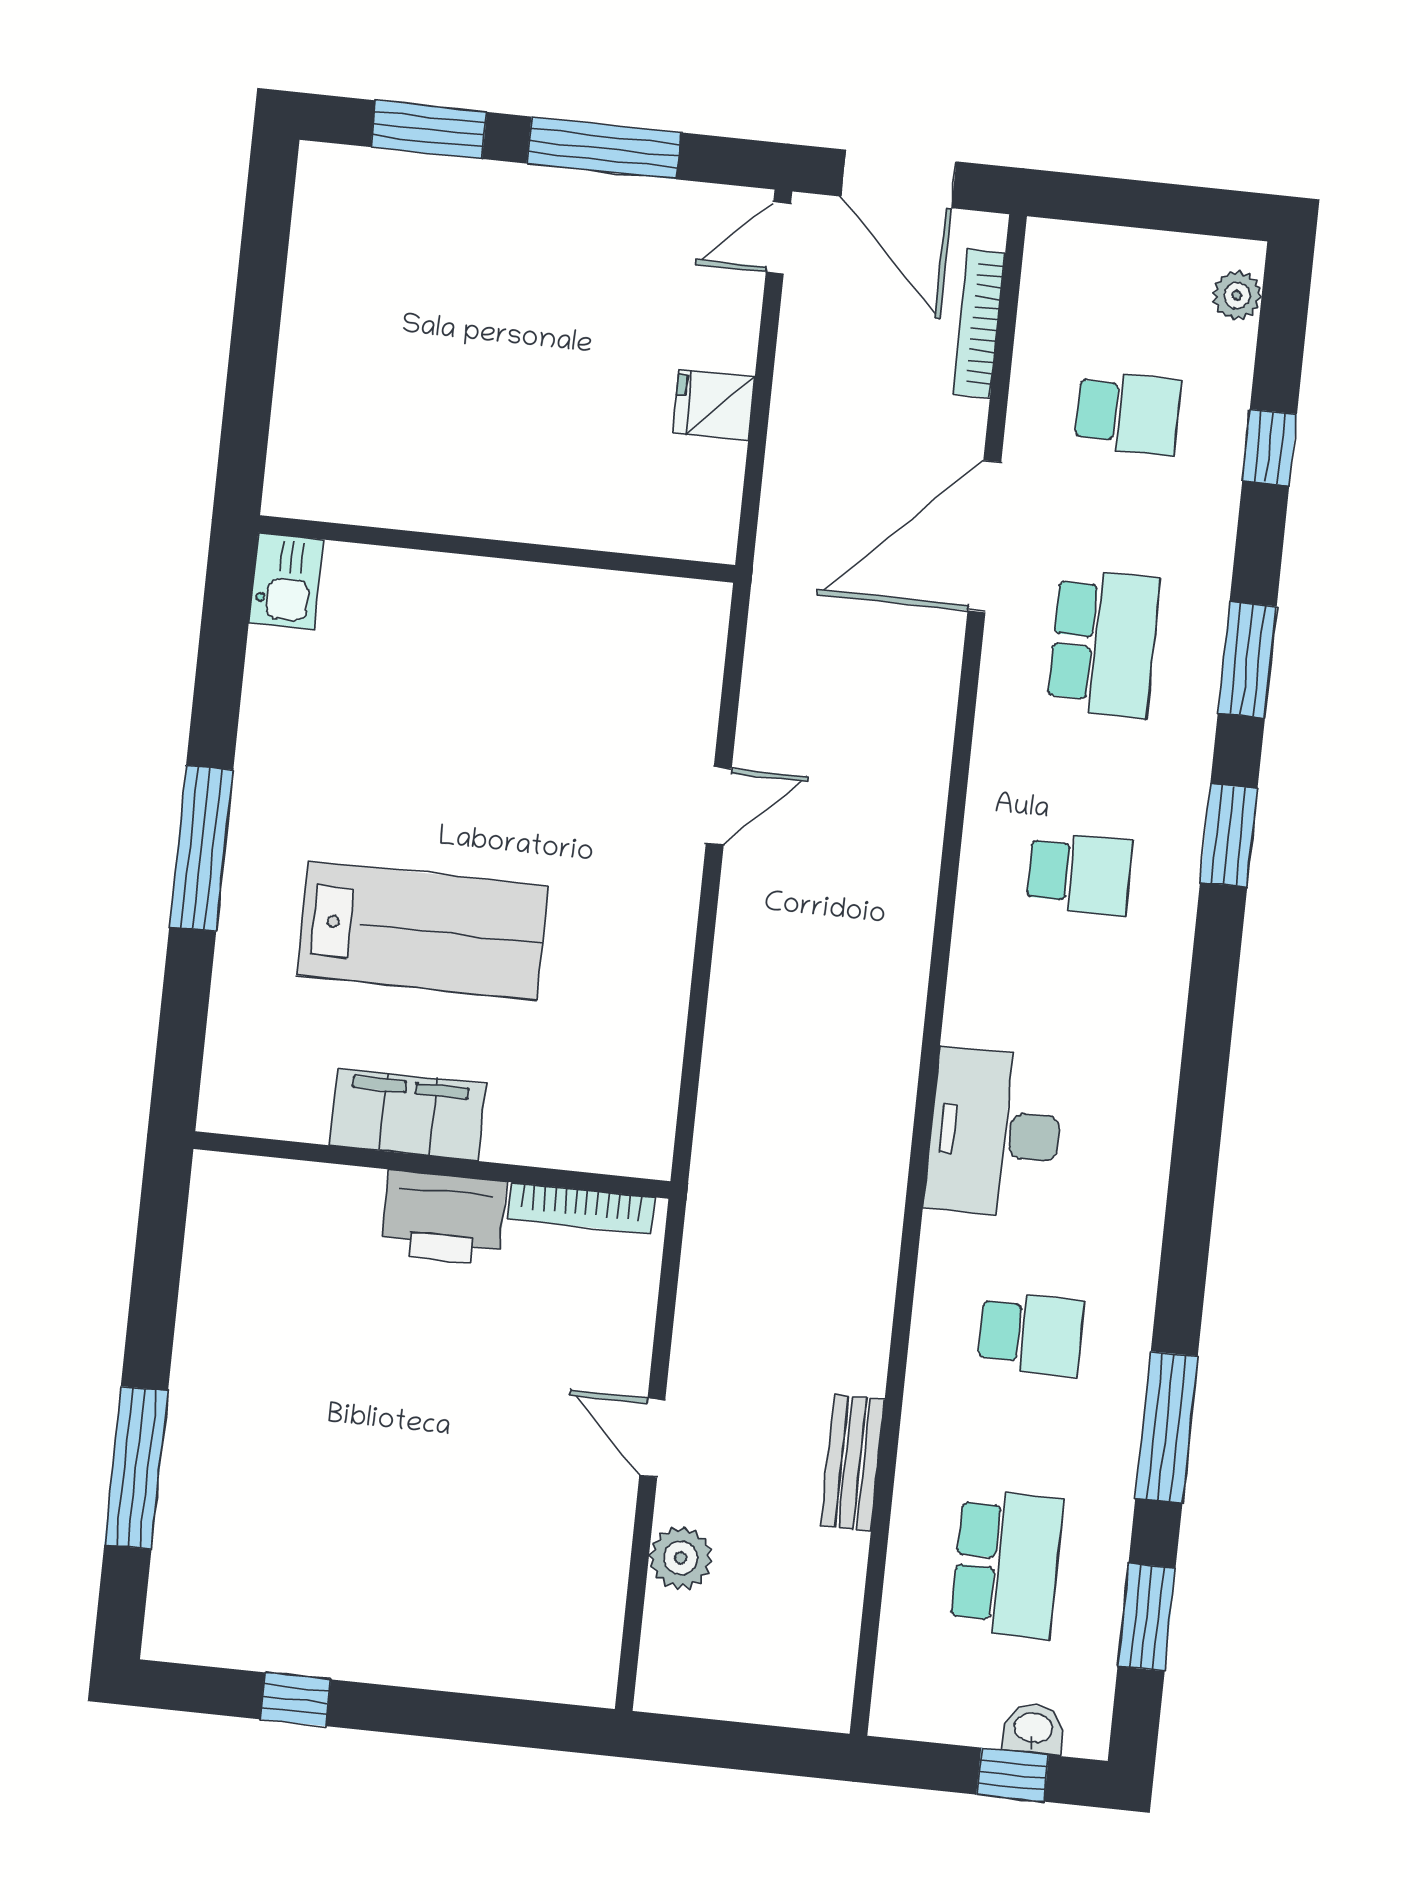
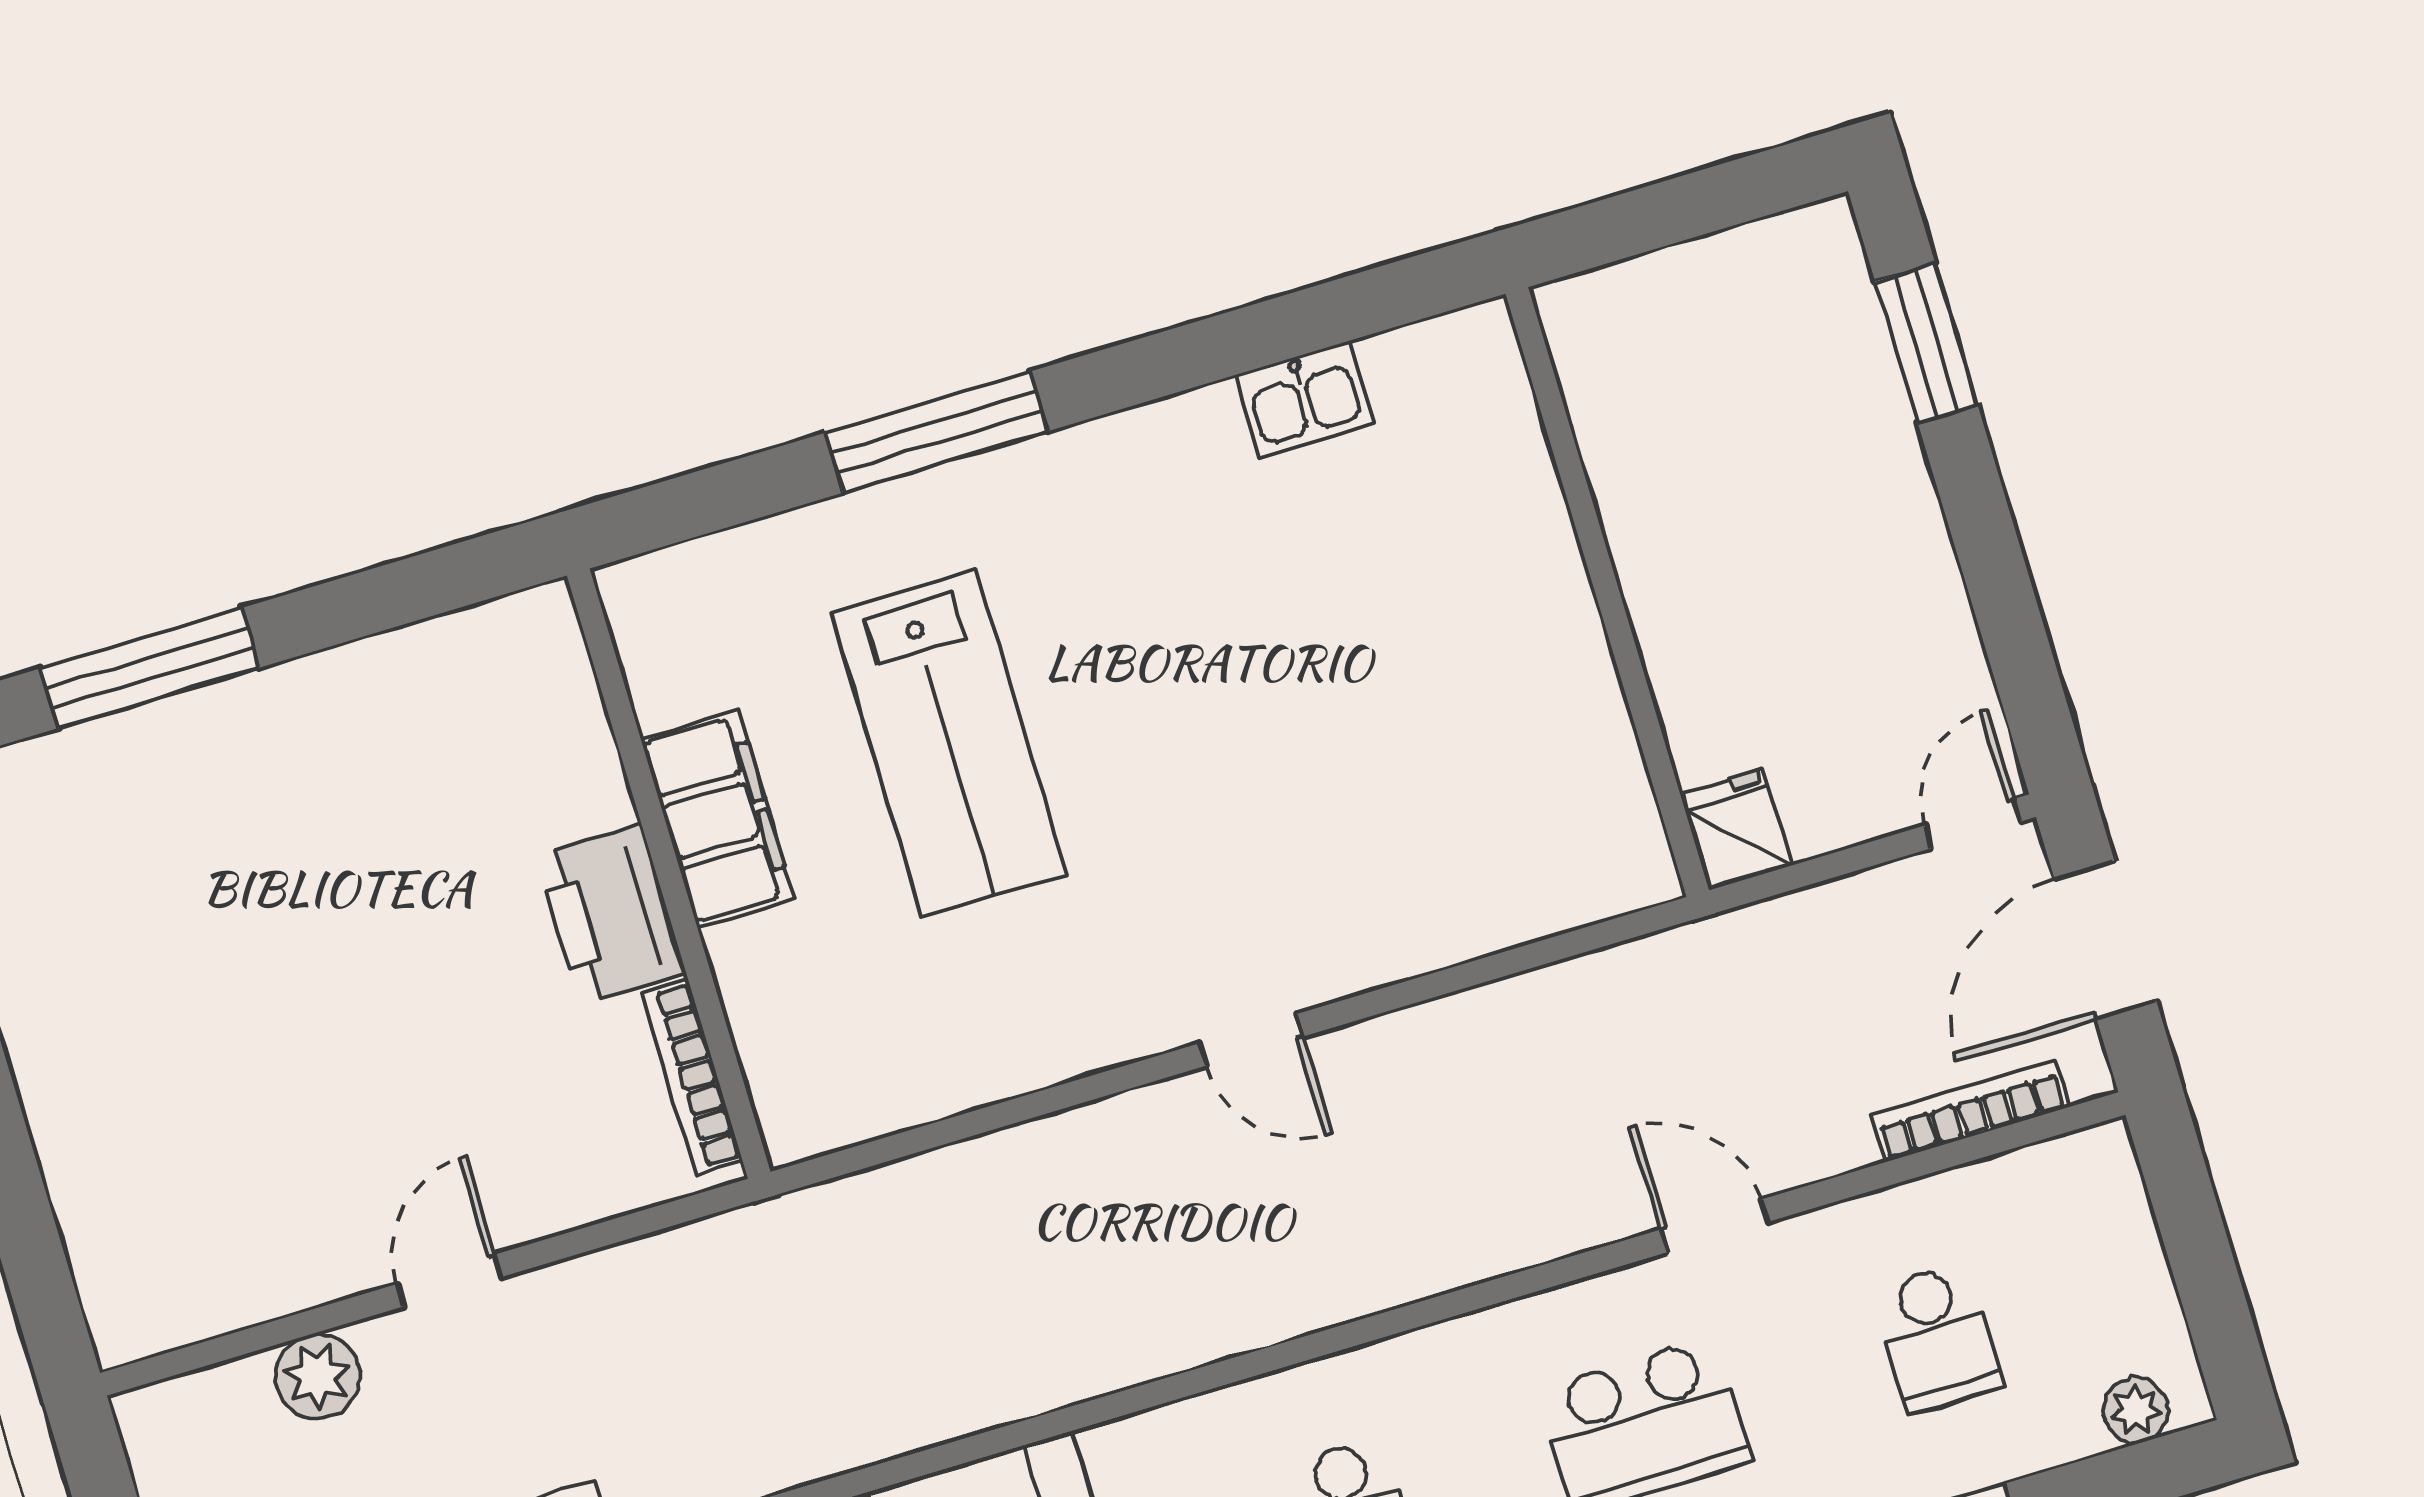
window: (604, 148) -> (1993, 565), removed
door: (778, 238) -> (1973, 823), hinge flipped
door: (984, 536) -> (1714, 1226), width x0.53
wall: (497, 549) -> (1607, 592), moved

